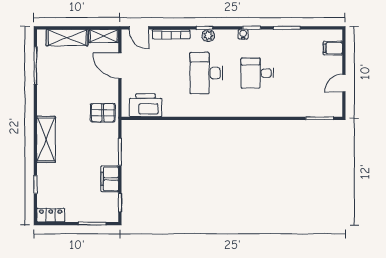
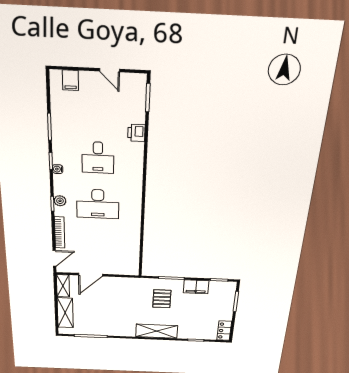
printer: (146, 105) -> (136, 133), moved, width x0.53, depth x0.68
pallet: (103, 113) -> (162, 299), moved

